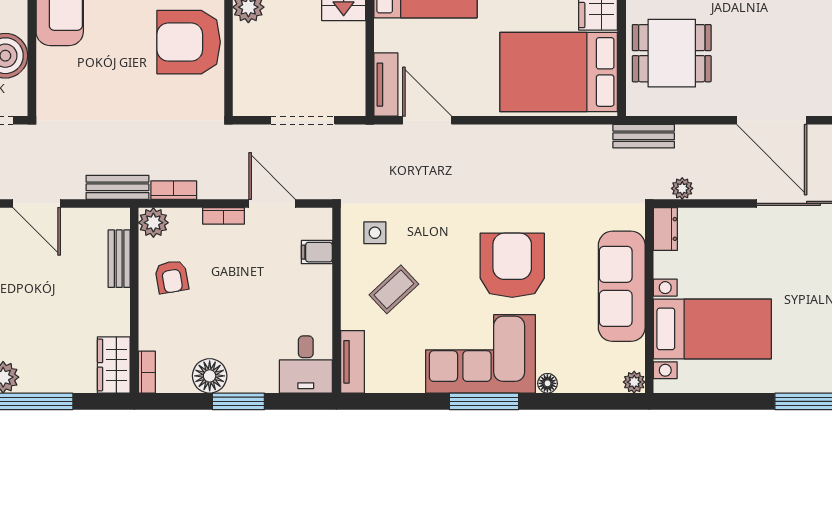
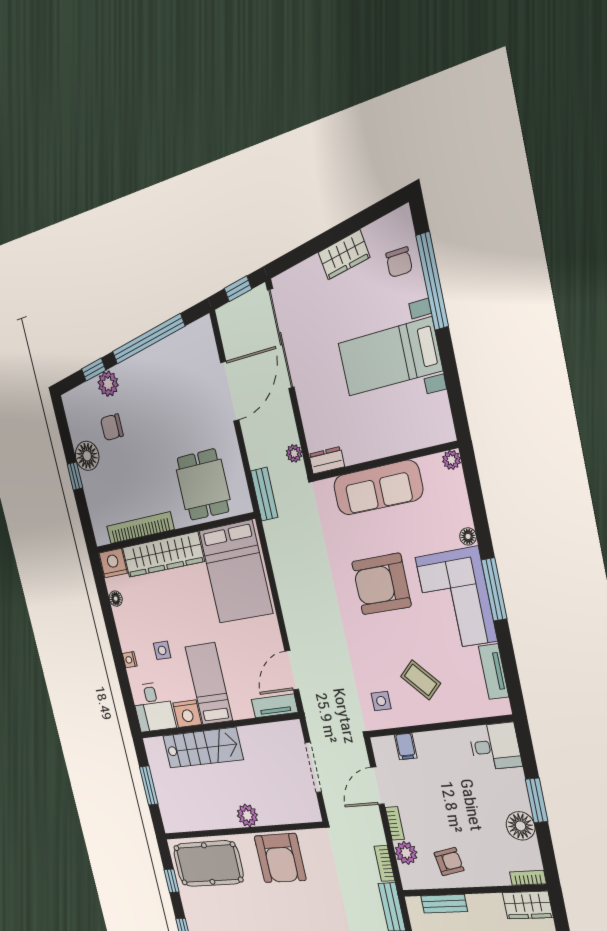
plant: (153, 223) -> (406, 853), moved
bed with nightstands: (712, 329) -> (390, 357), moved, turned -90
tv unit: (353, 362) -> (494, 672), moved, turned -90

